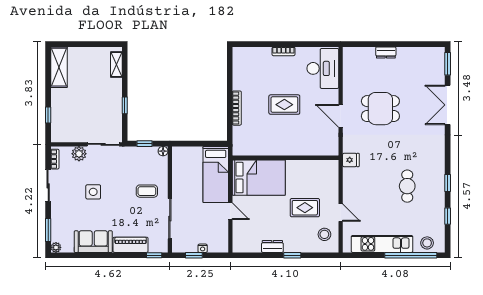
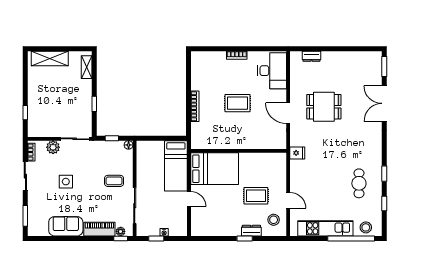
dresser: (386, 52) -> (311, 56), moved
shelving: (59, 67) -> (50, 59), moved, turned 90
cafe table: (407, 186) -> (359, 183), moved
dresser: (272, 246) -> (251, 231), moved
plant: (56, 247) -> (121, 231), moved

